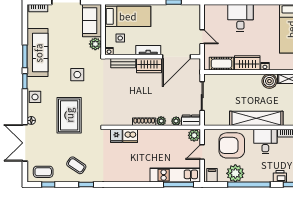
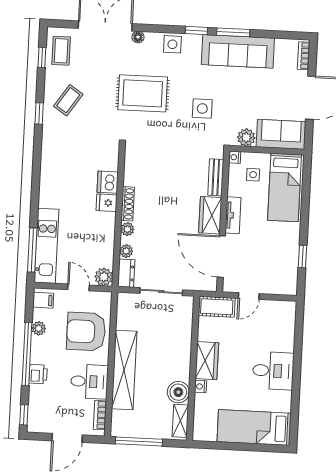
desk: (240, 18) -> (273, 371), moved
cot: (222, 64) -> (217, 307), moved, turned 90
fridge: (116, 136) -> (107, 203), moved
armchair: (232, 145) -> (86, 332), turned -90
plant: (235, 173) -> (39, 328), width x0.53, depth x0.53
printer: (280, 176) -> (38, 374), moved

